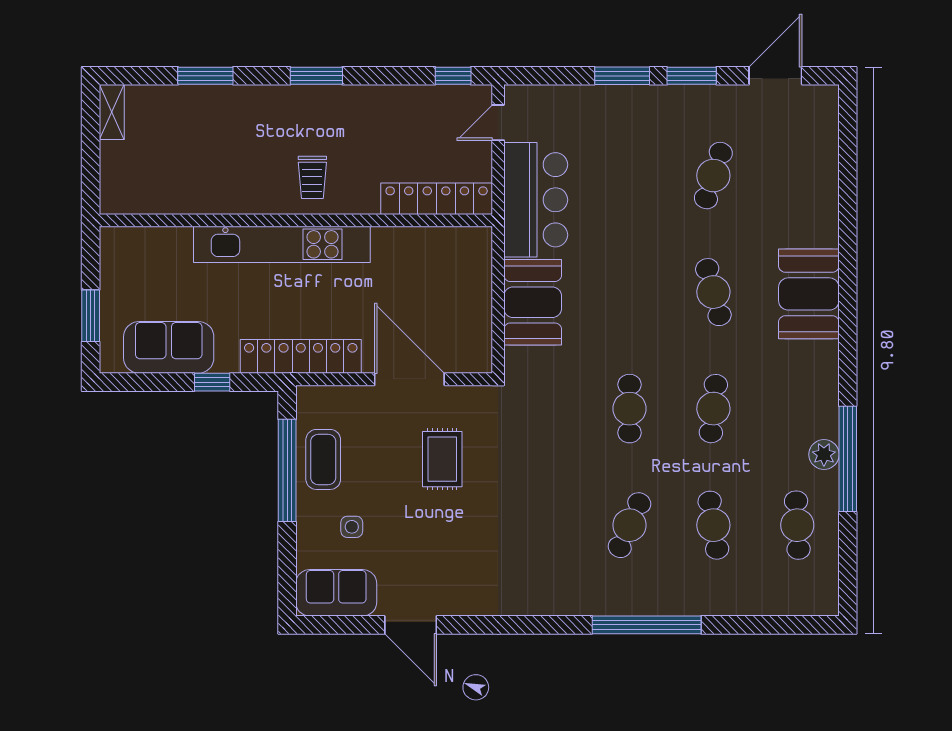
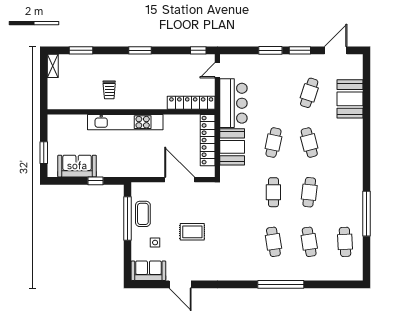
window: (205, 76) -> (81, 50), moved
trolley: (312, 177) -> (109, 90), moved
cafe table: (629, 292) -> (273, 143), added
booth: (809, 294) -> (350, 99), moved
locker: (301, 356) -> (208, 140), moved, turned -90
plant: (824, 454) -> (356, 212), removed
rug: (442, 459) -> (192, 232), moved, turned 90
cafe table: (629, 525) -> (273, 242), turned -33

